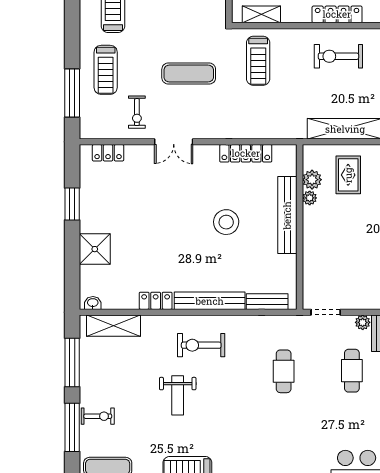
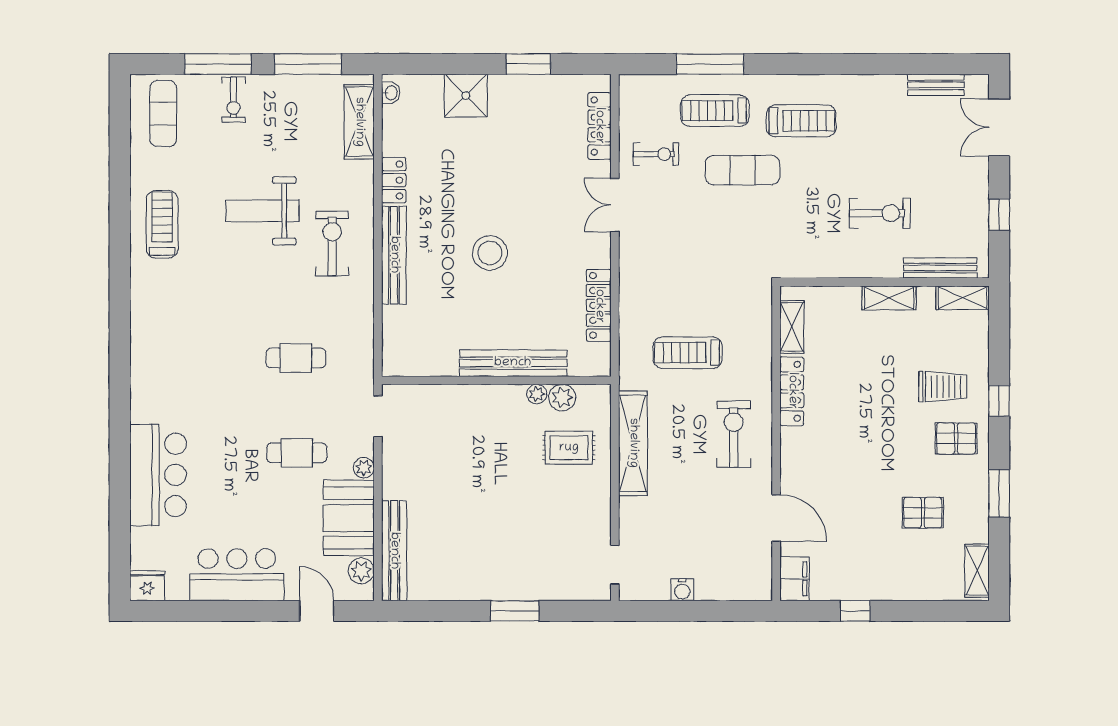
locker: (337, 14) -> (792, 391), moved
treadmill: (258, 61) -> (688, 353), moved
exercise mat: (189, 74) -> (742, 170), moved, turned 90
window: (72, 93) -> (710, 64), moved
exercise bike: (137, 112) -> (656, 154), turned 180
locker: (108, 153) -> (599, 126), width x1.53
stool: (226, 222) -> (490, 253), moved
bench: (267, 302) -> (393, 335), removed
weight bench: (178, 395) -> (262, 211), width x1.36, depth x1.33

